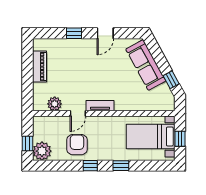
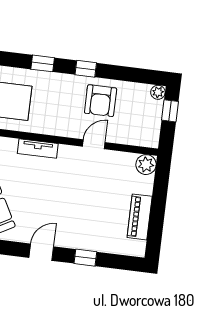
plant: (55, 104) -> (146, 165), moved
tv unit: (100, 106) -> (38, 149), moved
plant: (42, 151) -> (158, 92), width x0.53, depth x0.53

